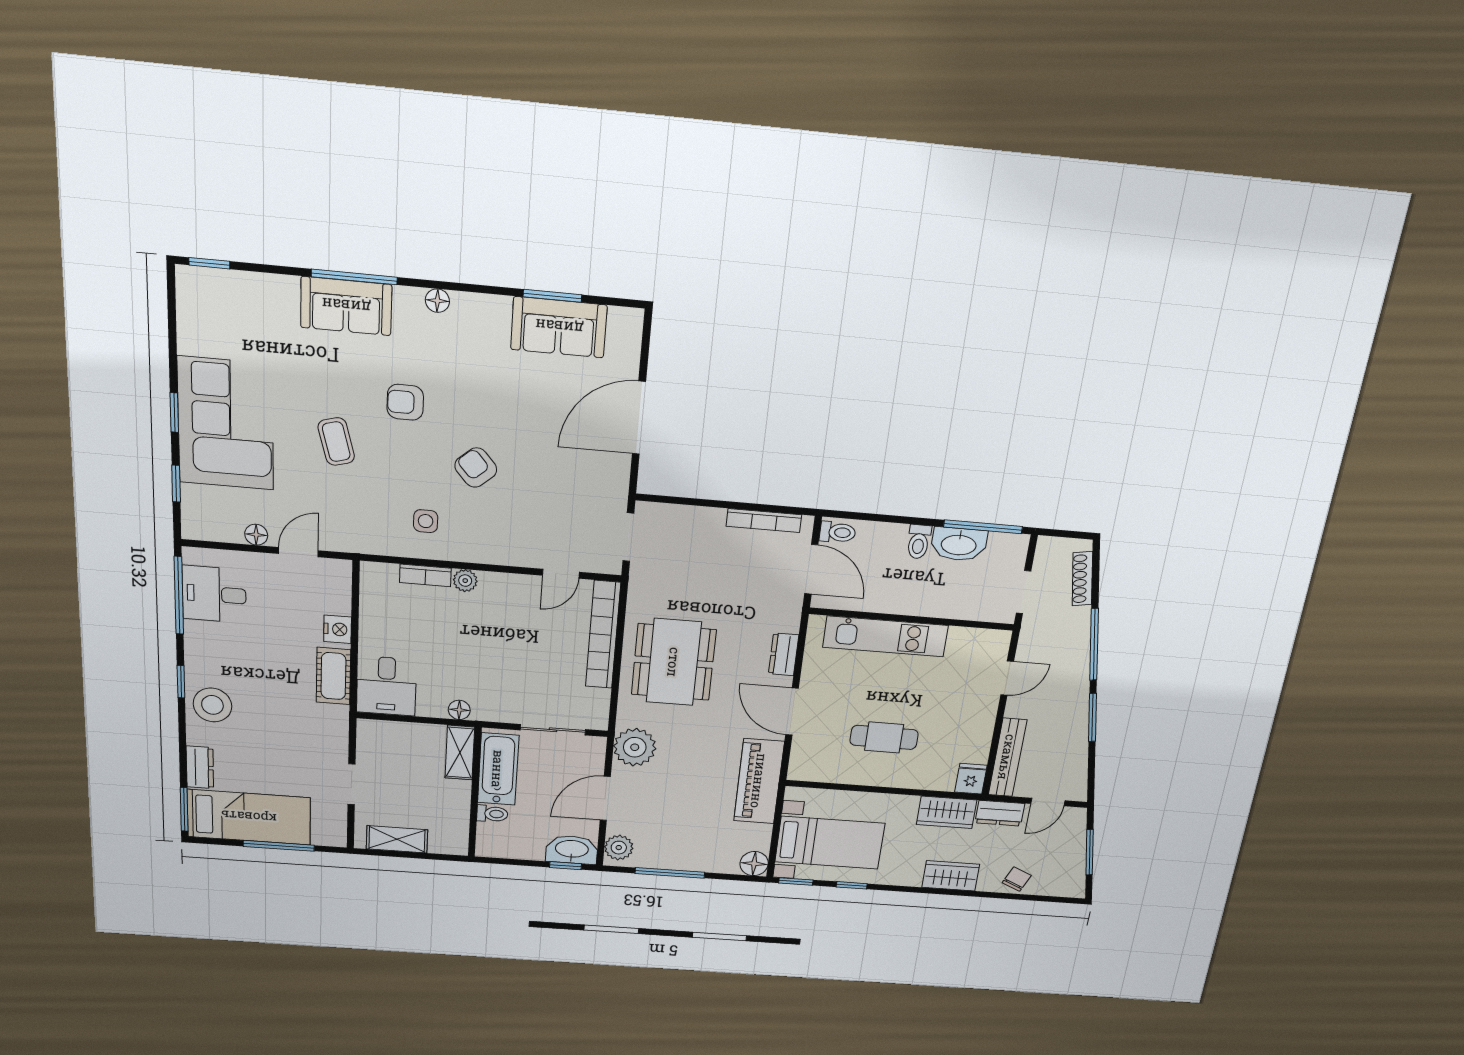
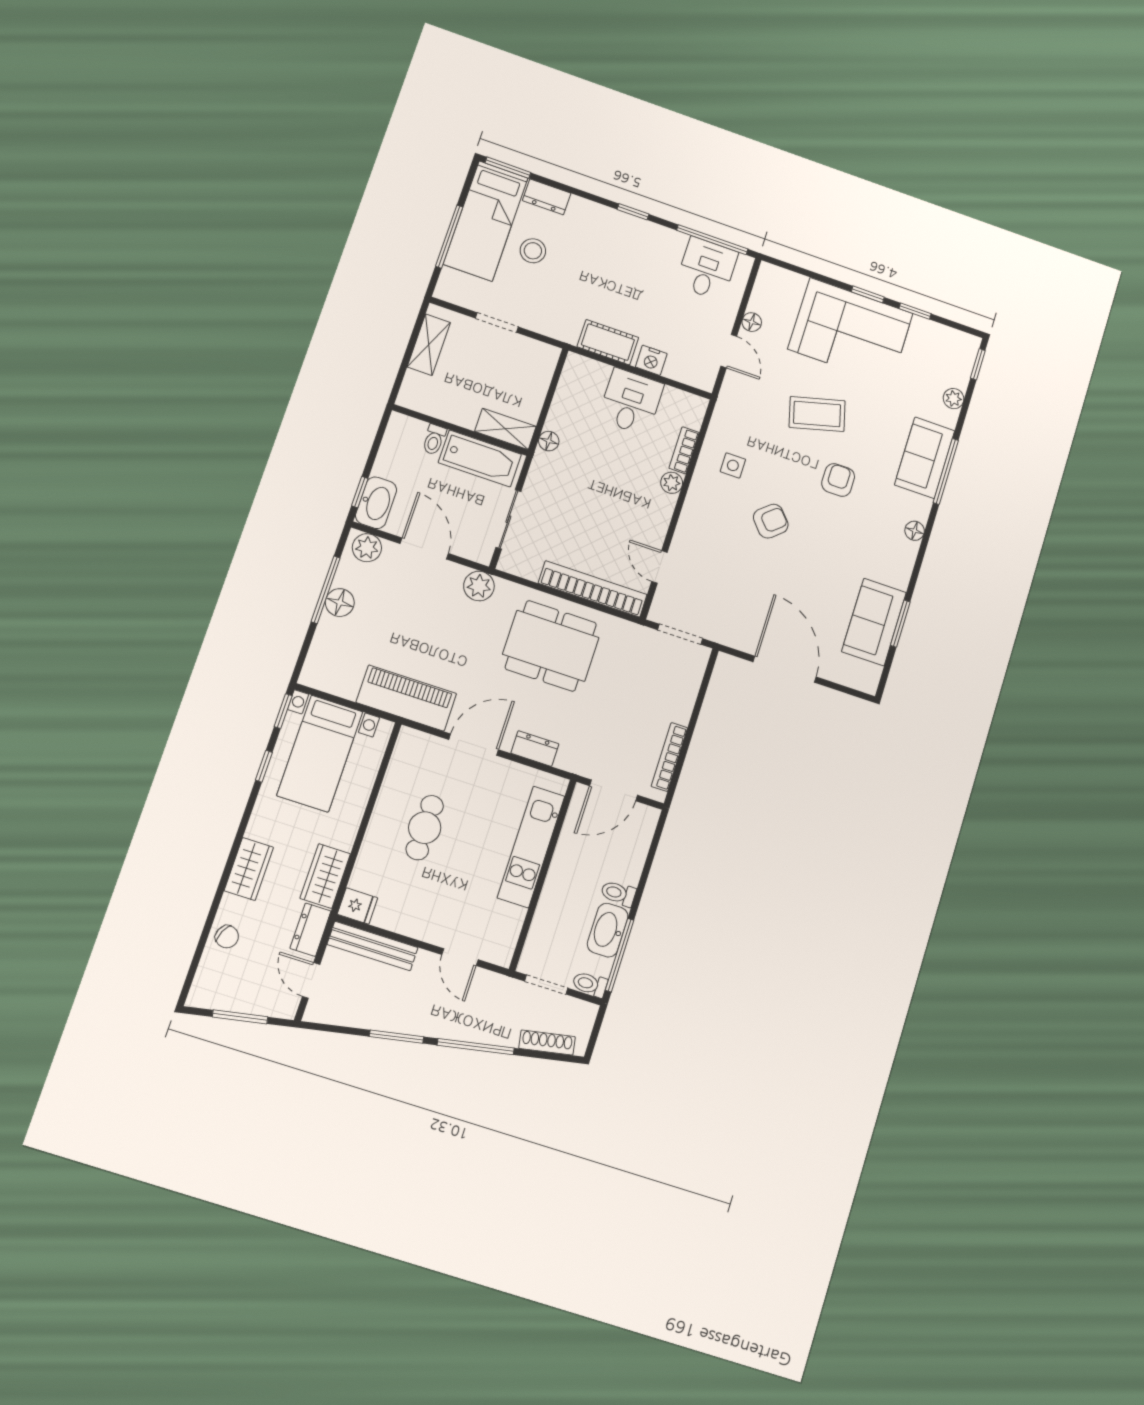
plant: (262, 285) -> (954, 399), added
coffee table: (336, 442) -> (817, 414), width x1.36, depth x1.30
window: (176, 484) -> (915, 311), moved
toilet: (838, 532) -> (590, 984), moved, turned 90
desk: (386, 686) -> (631, 402), moved, turned 90
stool: (212, 705) -> (533, 251), moved, width x0.73, depth x0.73
plant: (635, 747) -> (479, 586), width x0.73, depth x0.73
floor lamp: (754, 864) -> (340, 603), moved

